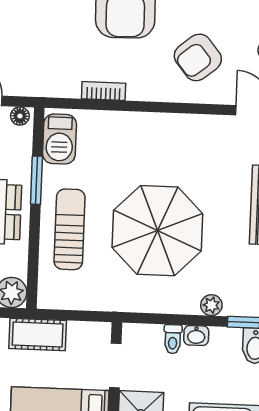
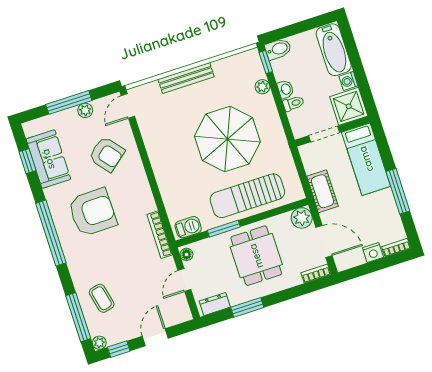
bookcase: (104, 91) -> (160, 235), moved, width x1.56
barbecue: (60, 139) -> (188, 227), width x0.73, depth x0.79
sun lounger: (70, 229) -> (247, 196), width x1.36, depth x1.34

